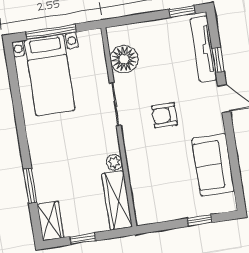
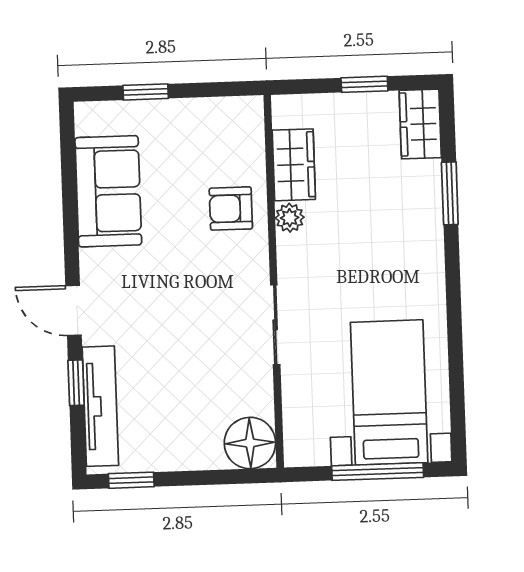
floor lamp: (124, 59) -> (250, 443), moved
armchair: (164, 115) -> (231, 209), moved, turned 180
wardrobe: (117, 200) -> (294, 165), width x0.67

